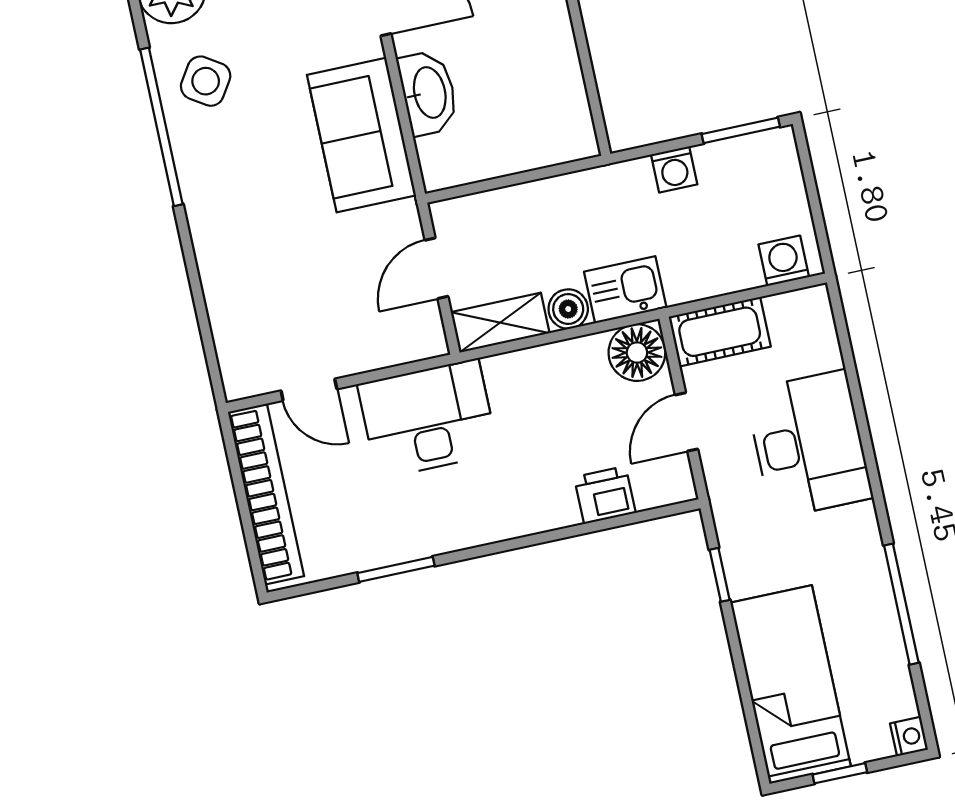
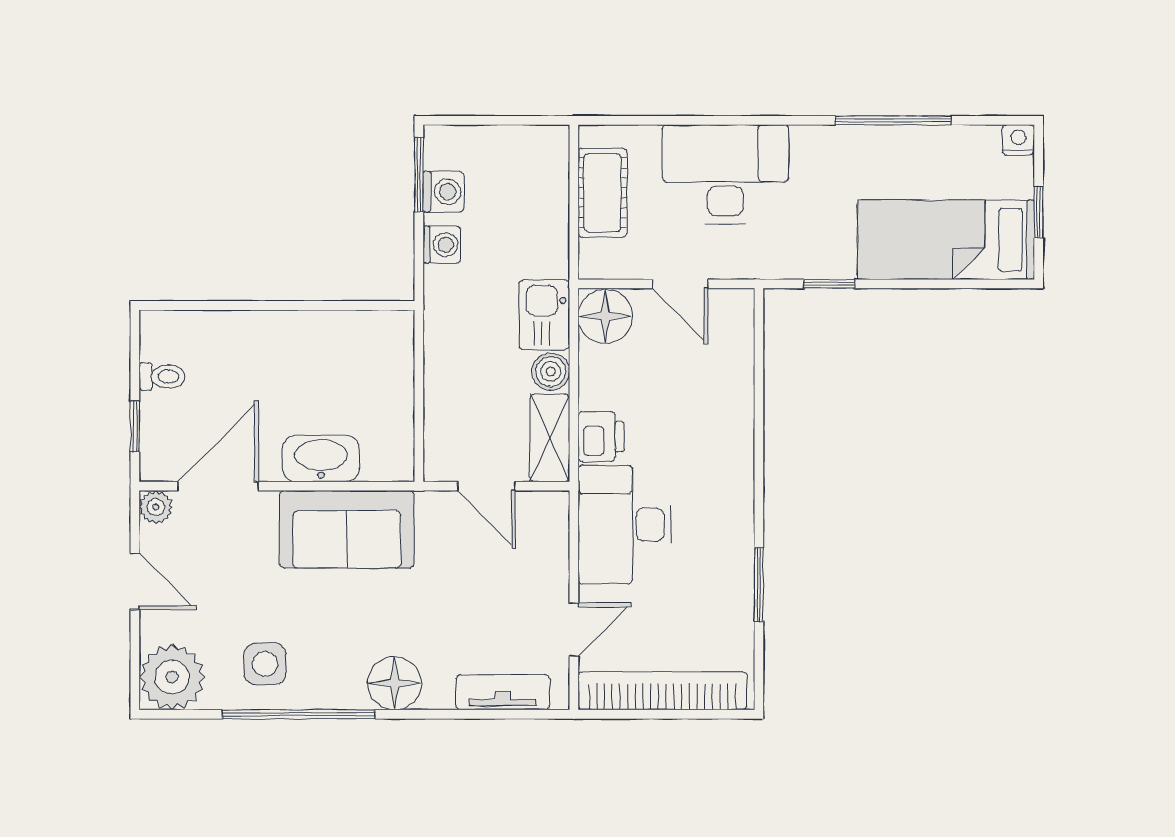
side table: (206, 81) -> (265, 664), turned -33
floor lamp: (214, 218) -> (394, 683), added
washing machine: (784, 261) -> (444, 192), moved, turned 180
tv unit: (229, 331) -> (503, 692), added
cot: (720, 332) -> (602, 193), moved
printer: (605, 495) -> (601, 436), moved, turned 180

